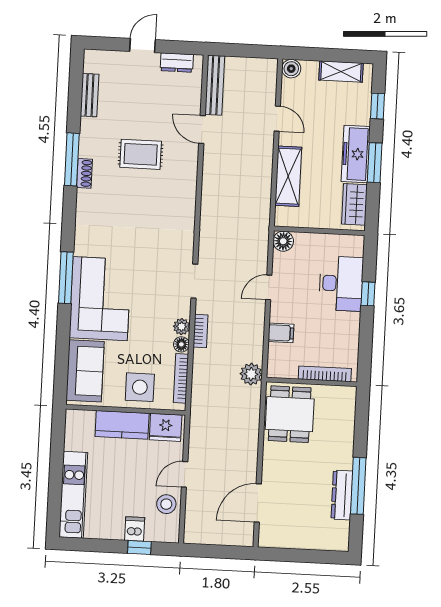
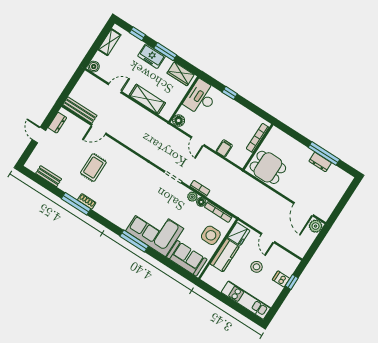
freezer: (356, 154) -> (152, 56), width x0.71
desk: (341, 284) -> (201, 98), moved, turned -90
plant: (251, 374) -> (316, 226), moved
dresser: (342, 495) -> (320, 162), width x0.70
stool: (166, 504) -> (257, 267), moved

